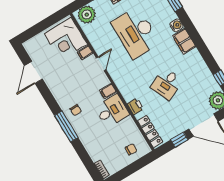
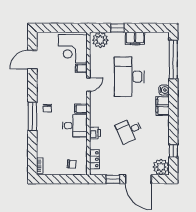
locker: (150, 131) -> (94, 159), width x0.66

